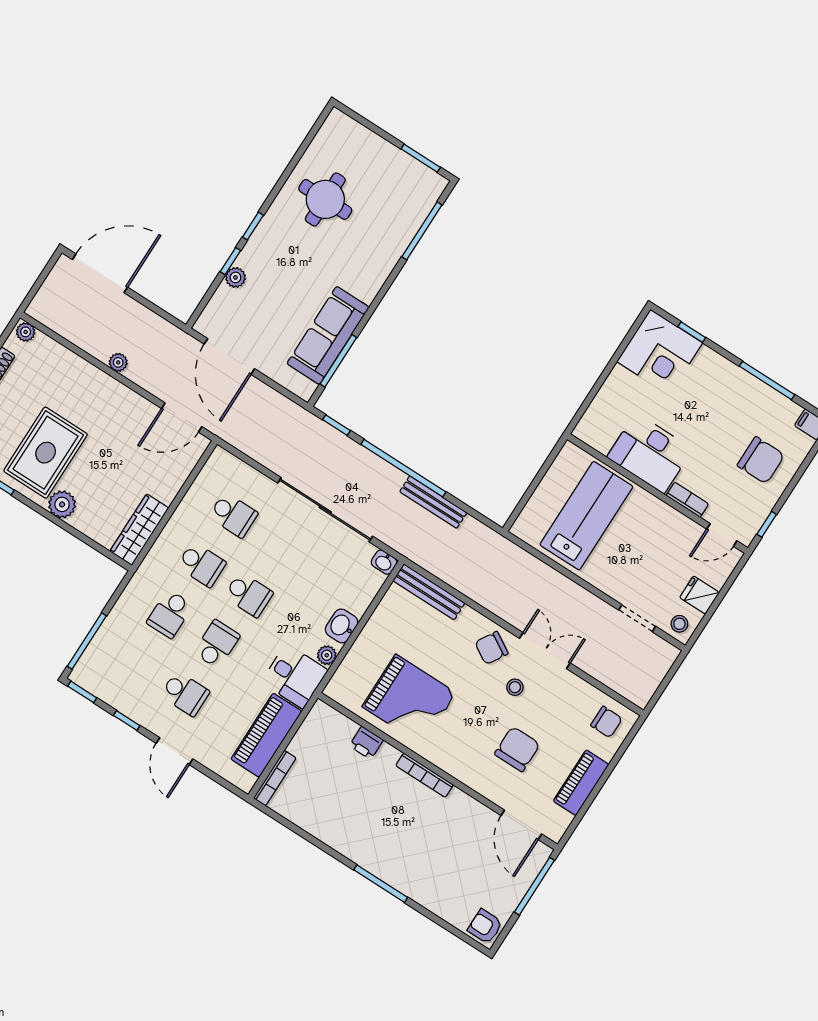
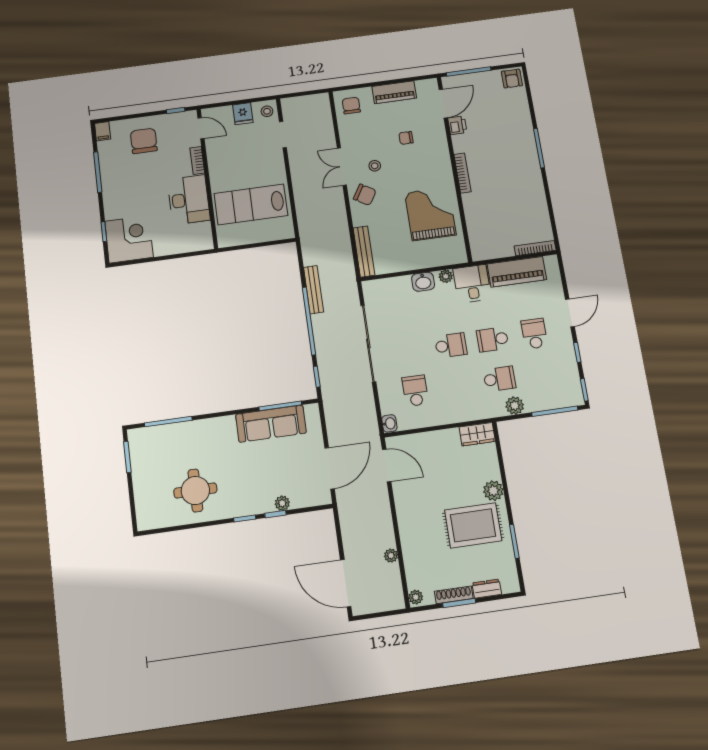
plant: (118, 362) -> (391, 556), moved
wardrobe: (139, 530) -> (477, 434), width x0.67
washbasin: (384, 562) -> (389, 423), moved
school desk: (202, 564) -> (457, 385), removed
school desk: (249, 595) -> (451, 345), turned 90
plant: (129, 605) -> (515, 406), added
printer: (366, 743) -> (457, 125), moved
chair: (517, 749) -> (406, 138), width x0.54, depth x0.54

